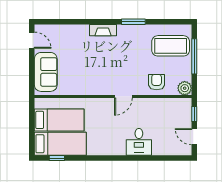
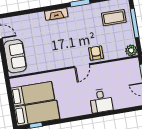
coffee table: (171, 46) -> (114, 18), width x0.73, depth x0.76
armchair: (157, 82) -> (96, 53), moved

